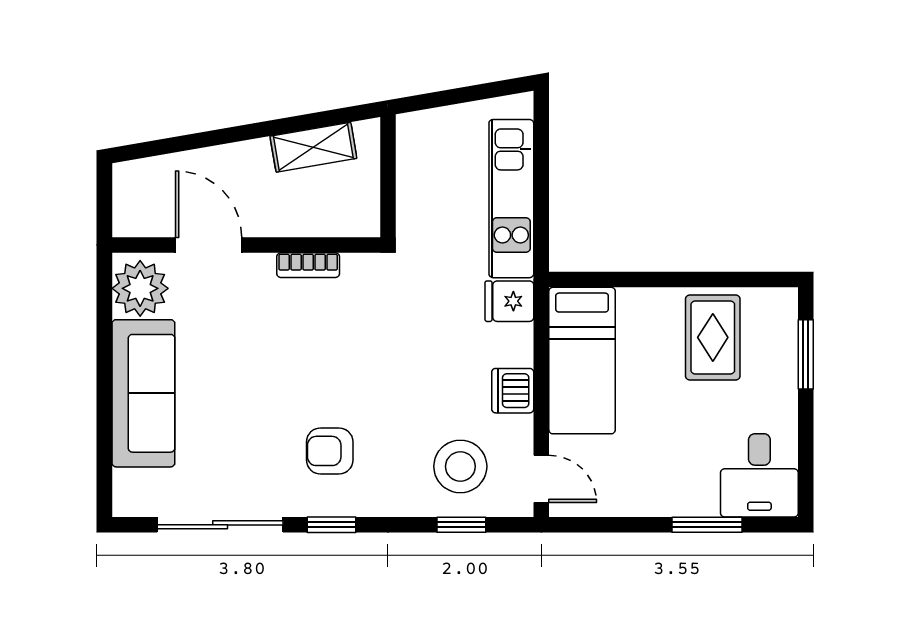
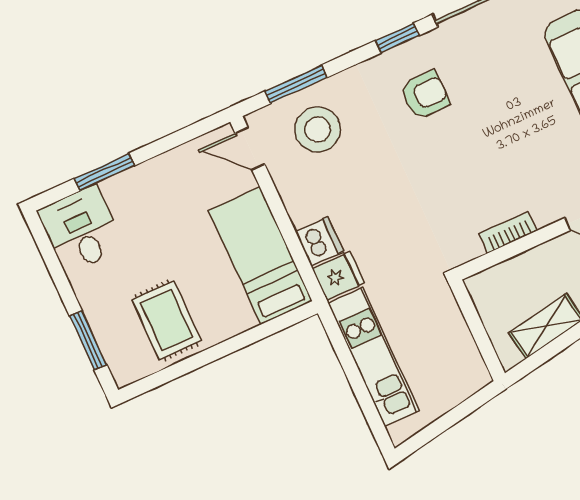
dishwasher: (513, 391) -> (319, 241), moved
window: (461, 525) -> (296, 84), width x1.50

